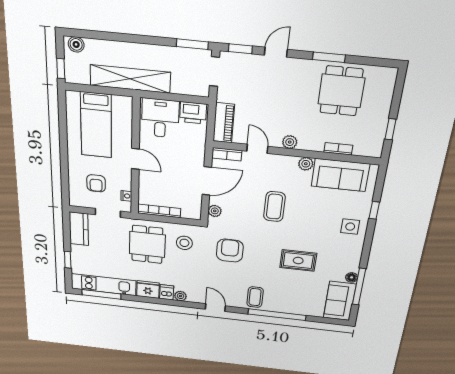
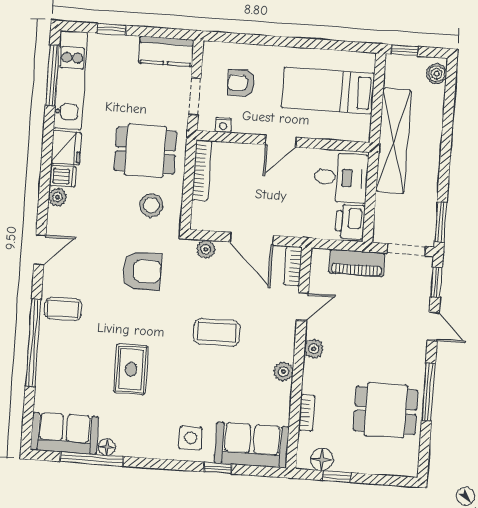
window: (329, 57) -> (428, 392), width x1.44
piano: (224, 123) -> (357, 263), moved
floor lamp: (376, 139) -> (322, 460), added
sofa: (340, 175) -> (252, 445), moved, turned 90

